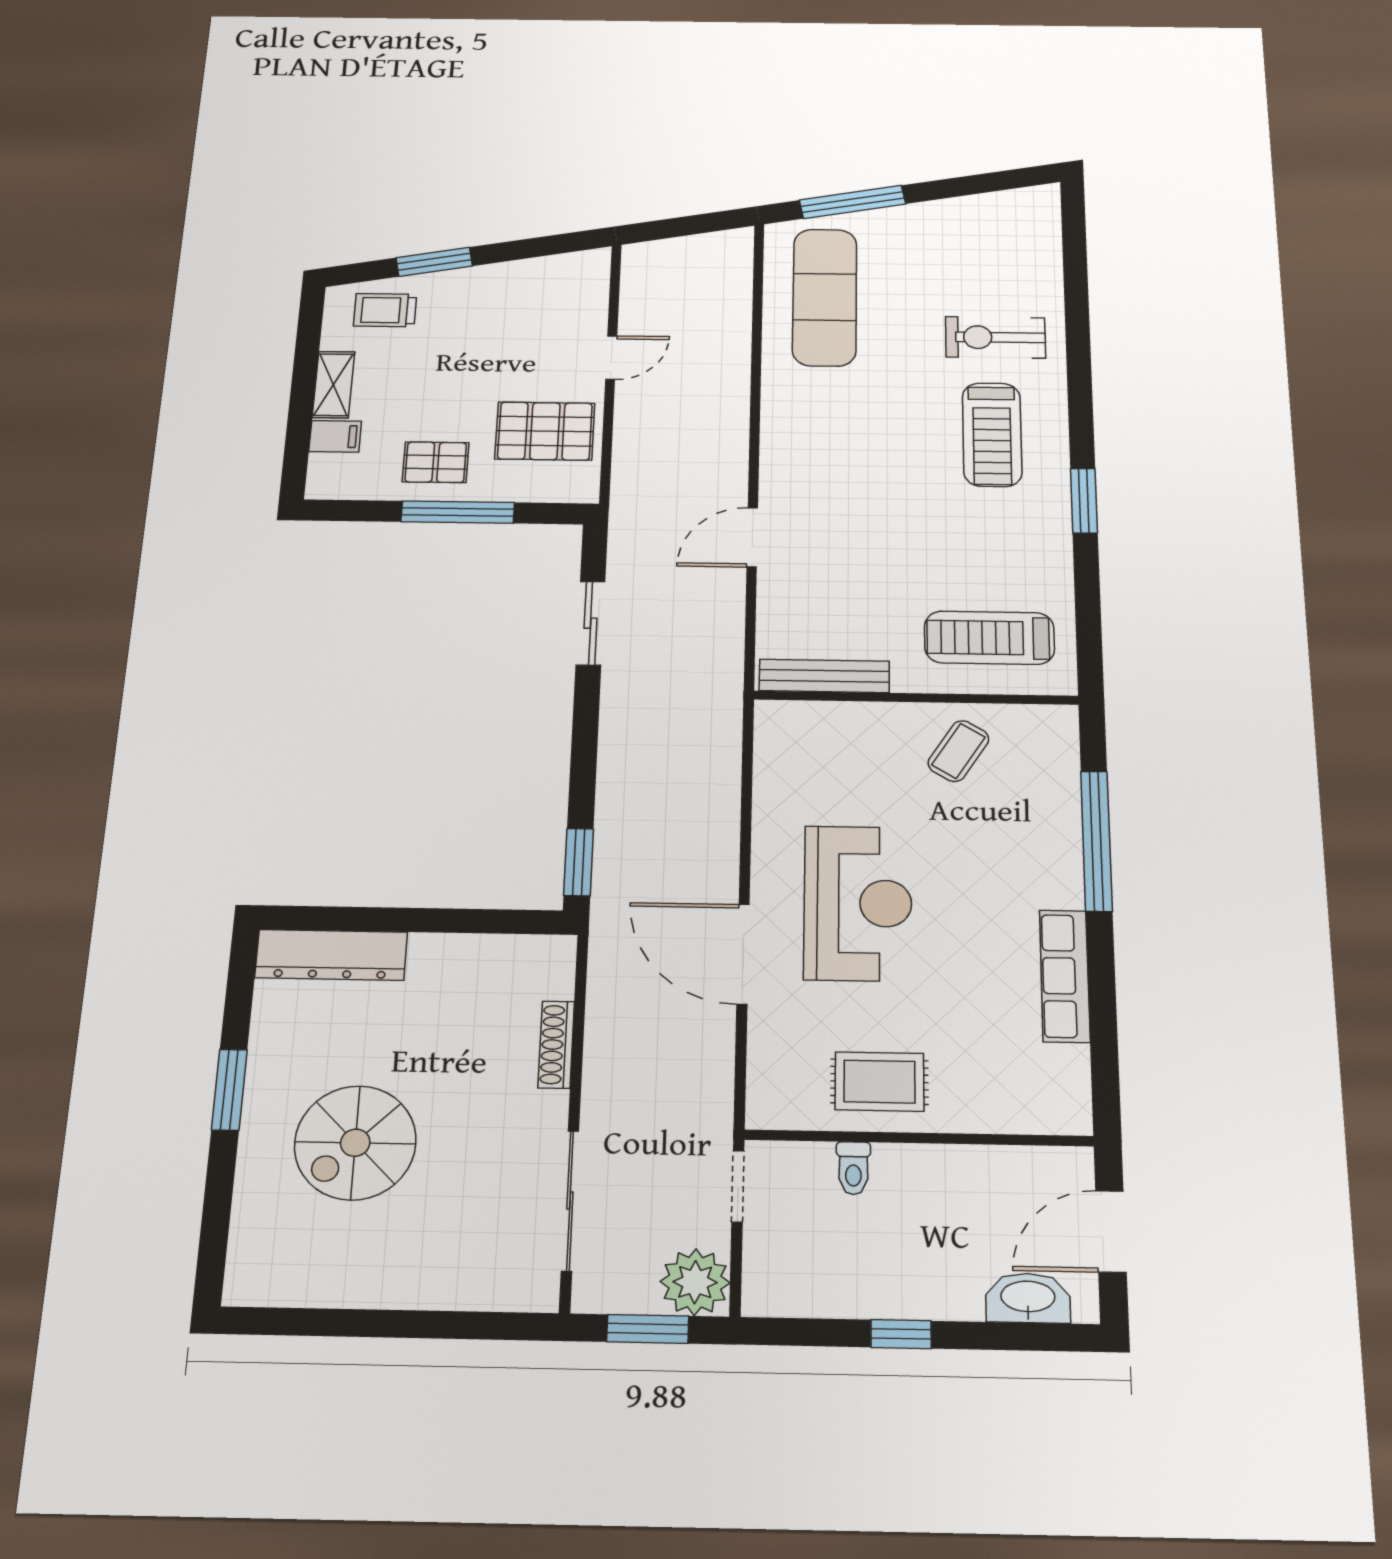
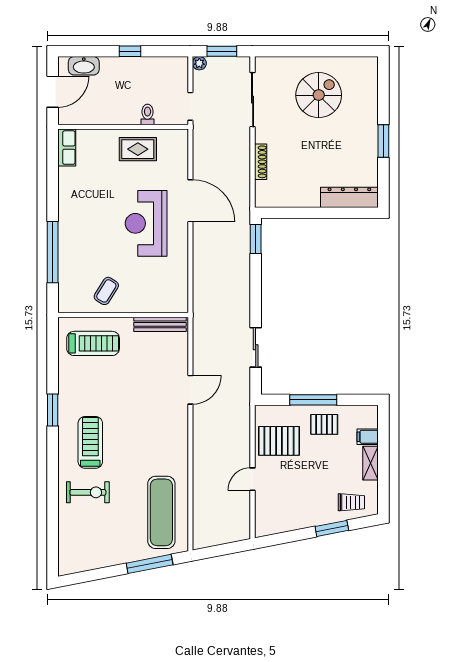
row of seats: (1065, 976) -> (67, 148), moved, width x0.68
spiral stairs: (355, 1143) -> (319, 95), moved
plant: (695, 1282) -> (199, 63), width x0.53, depth x0.53

